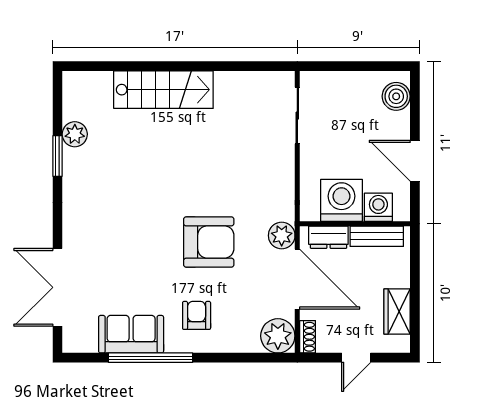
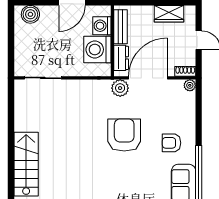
plant: (278, 336) -> (190, 85), width x0.53, depth x0.53

